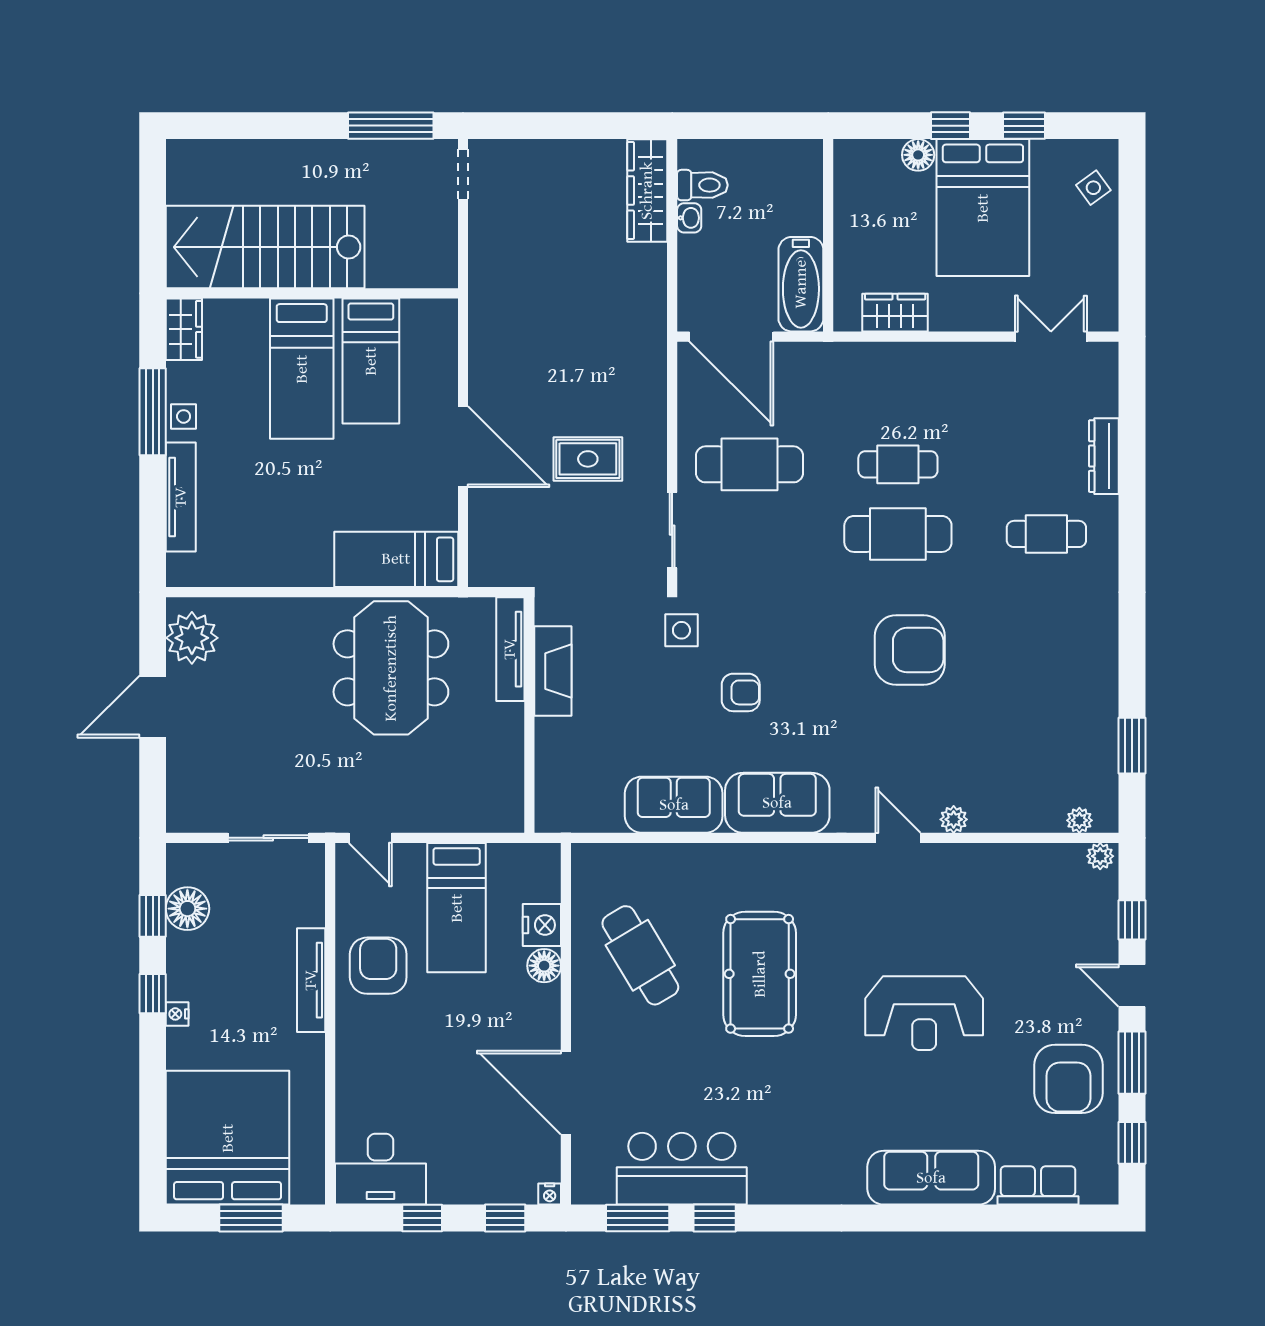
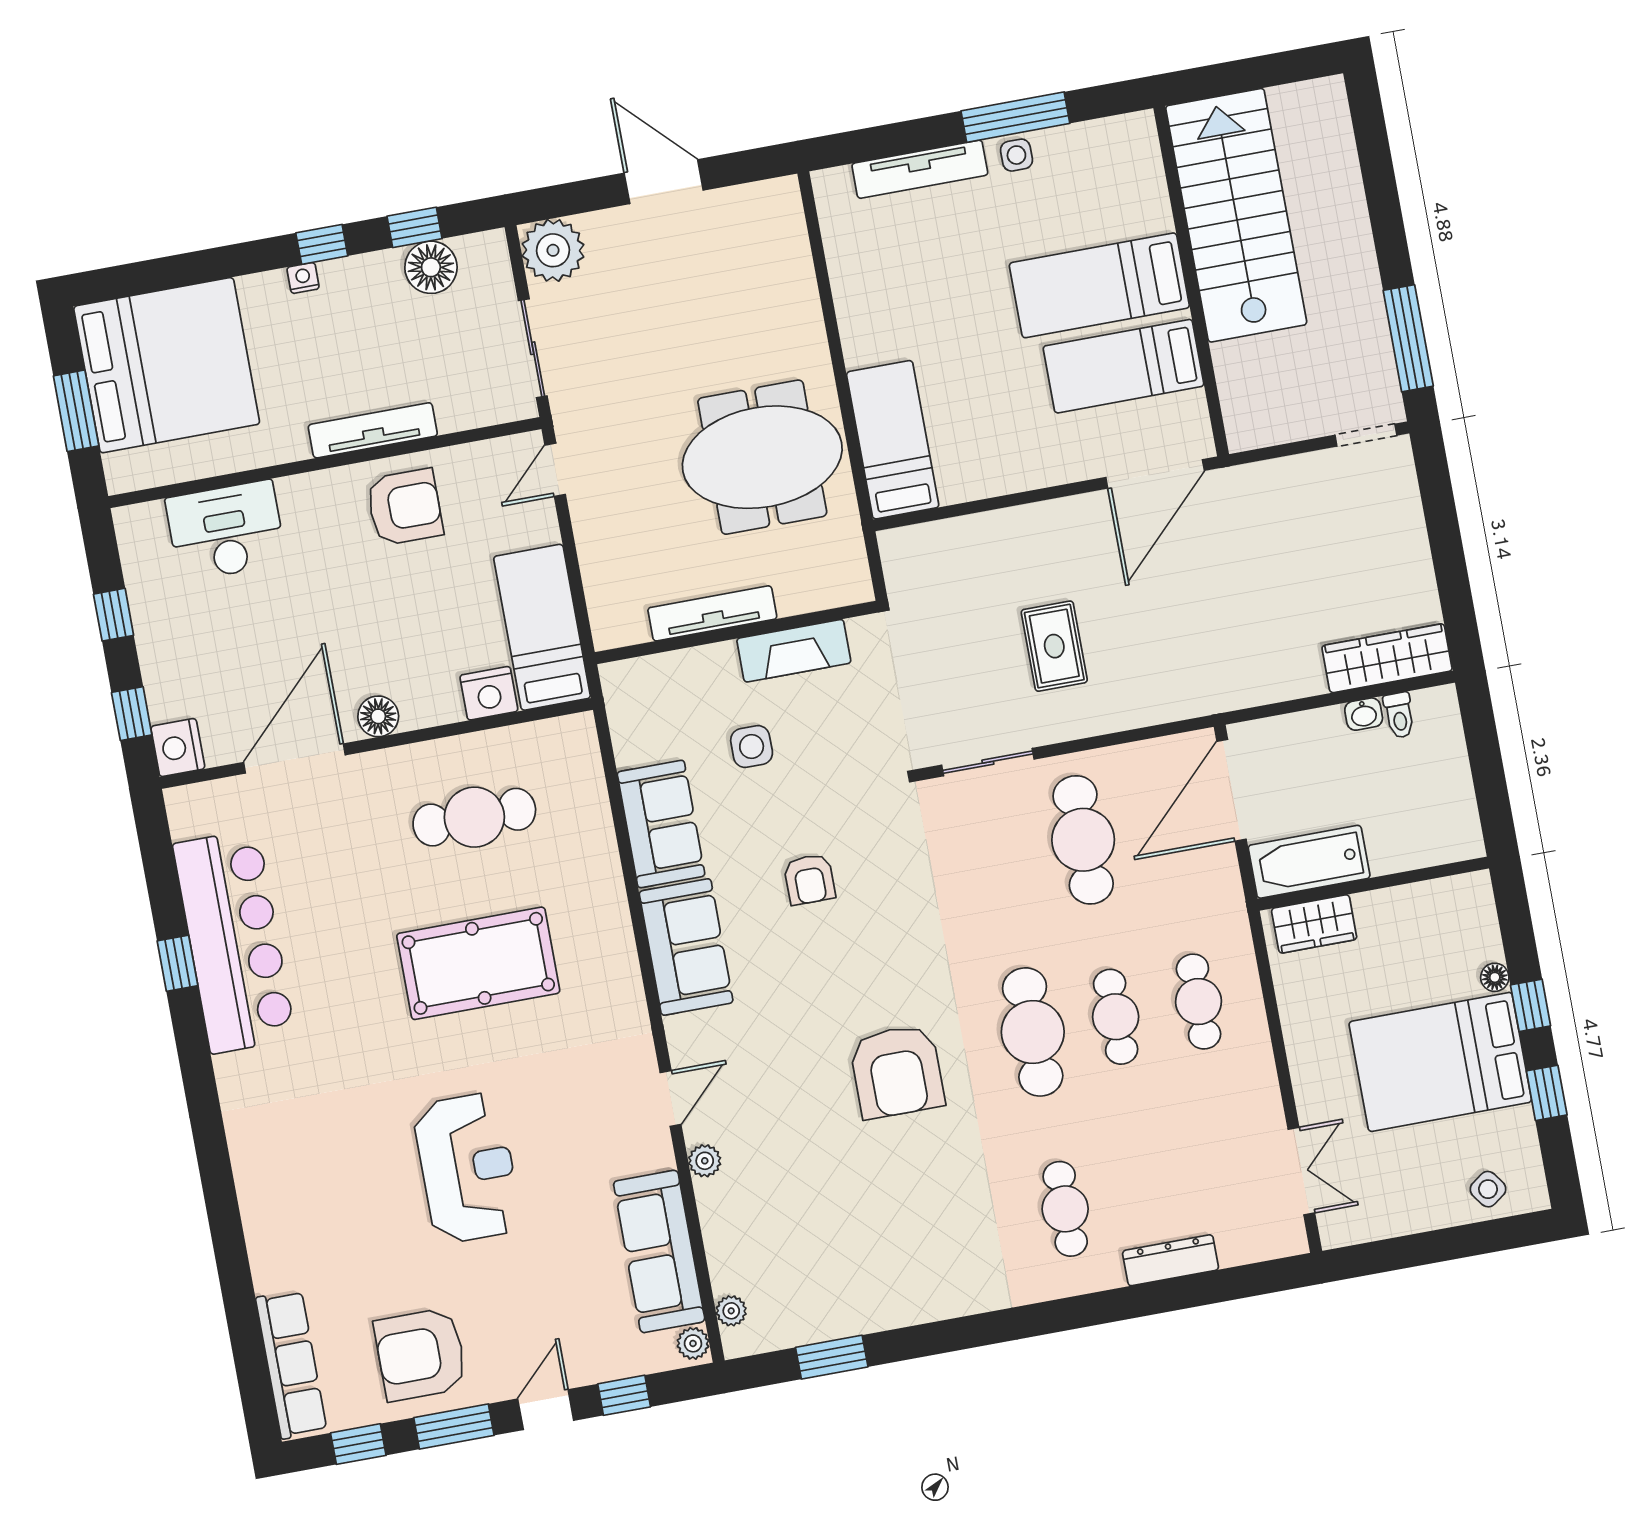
floor lamp: (918, 155) -> (1495, 977), width x0.73, depth x0.73
toilet: (702, 185) -> (1399, 715), width x0.73, depth x0.72
wardrobe: (895, 313) -> (1314, 924), moved, turned 90
wardrobe: (184, 329) -> (1120, 136), removed
cafe table: (898, 395) -> (1199, 1002), added
door: (463, 447) -> (1155, 474), moved
side table: (681, 630) -> (752, 747), moved
plant: (192, 638) -> (553, 250), moved
tv unit: (510, 649) -> (712, 613), moved
bed: (457, 908) -> (542, 627), moved, turned 90
cafe table: (640, 955) -> (474, 817), turned 31
floor lamp: (544, 966) -> (378, 716), moved
reception desk: (924, 1013) -> (467, 1168), turned 180
desk: (380, 1169) -> (226, 531), moved, turned 90
bar counter: (682, 1169) -> (234, 941), width x1.36
sofa: (931, 1178) -> (659, 1251), moved, turned 180
row of seats: (1038, 1185) -> (291, 1364), width x1.48
nightstand: (550, 1194) -> (178, 748), width x1.89, depth x1.79
window: (638, 1218) -> (161, 871), removed

